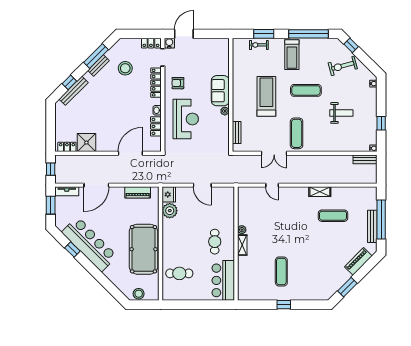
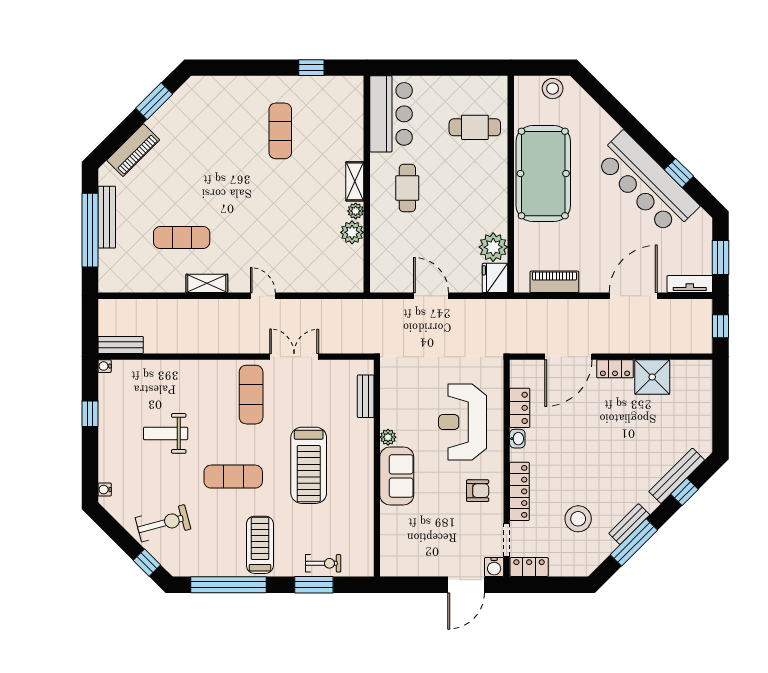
locker: (67, 147) -> (615, 369), moved
door: (272, 185) -> (263, 296), moved
plant: (244, 218) -> (352, 232), added
window: (284, 305) -> (311, 68), moved

